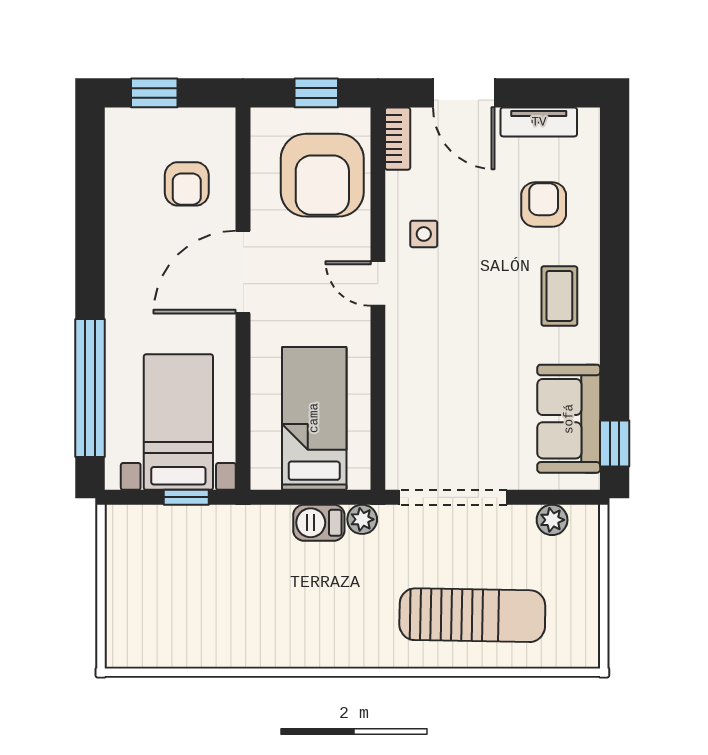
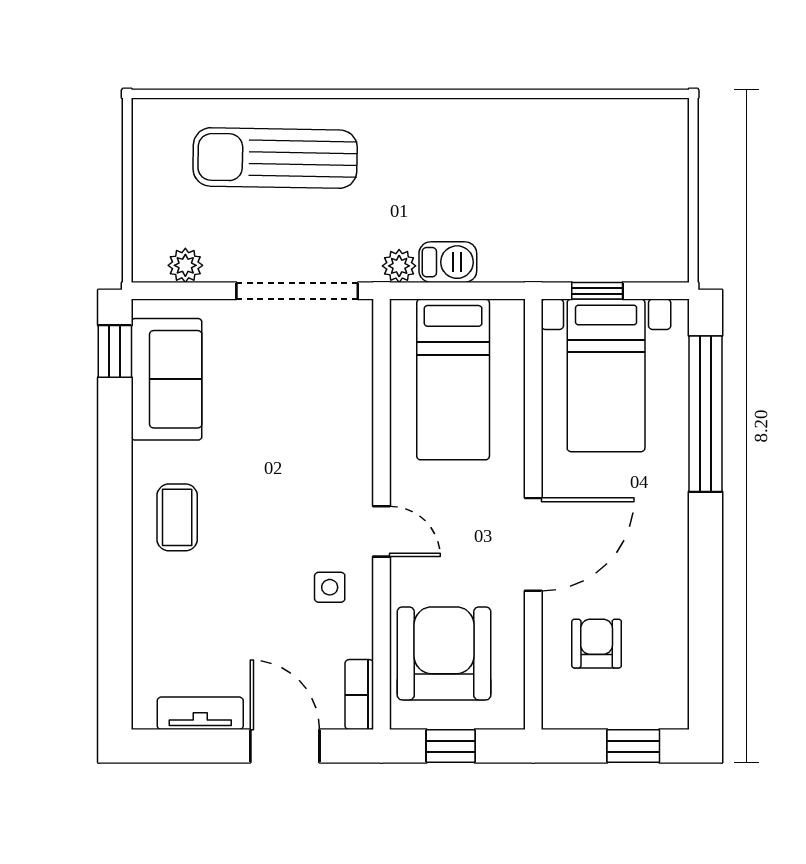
armchair: (544, 205) -> (195, 620), removed

